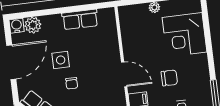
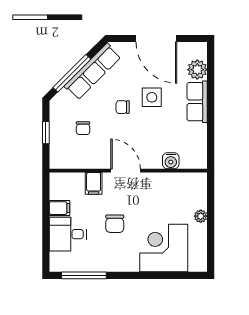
row of seats: (80, 19) -> (197, 102), moved
water cooler: (17, 26) -> (171, 161), moved, turned 90
door: (124, 74) -> (126, 171), swing flipped

